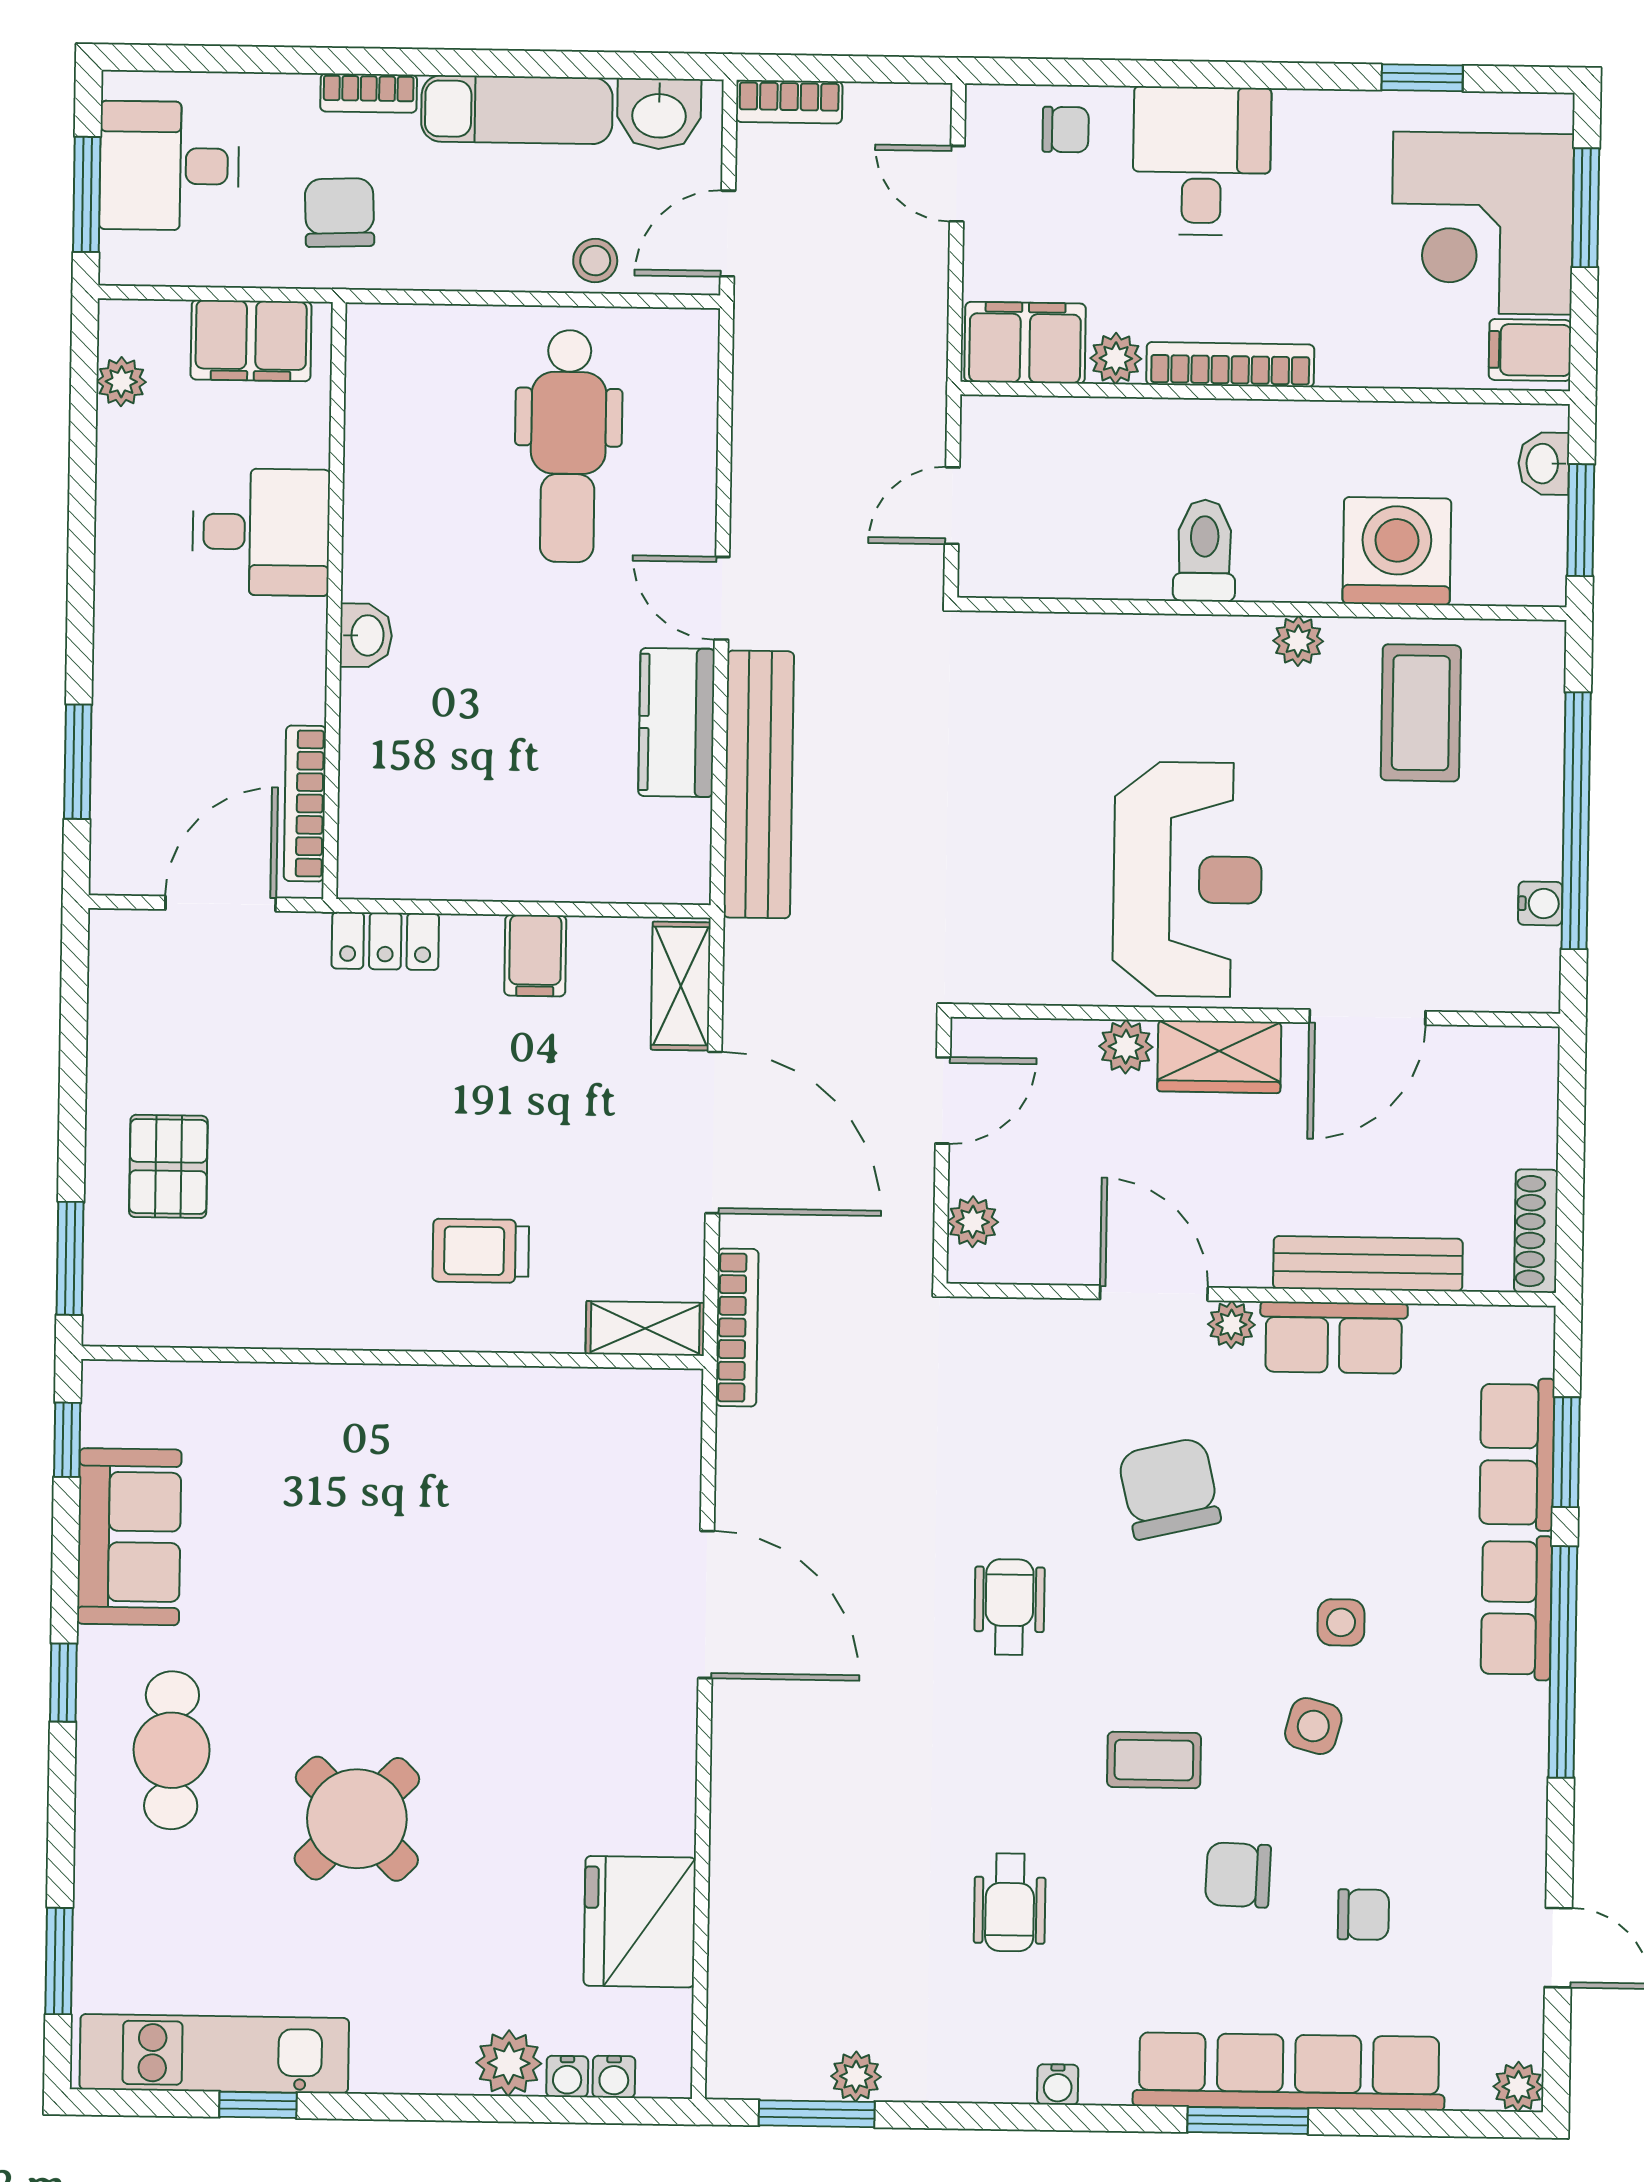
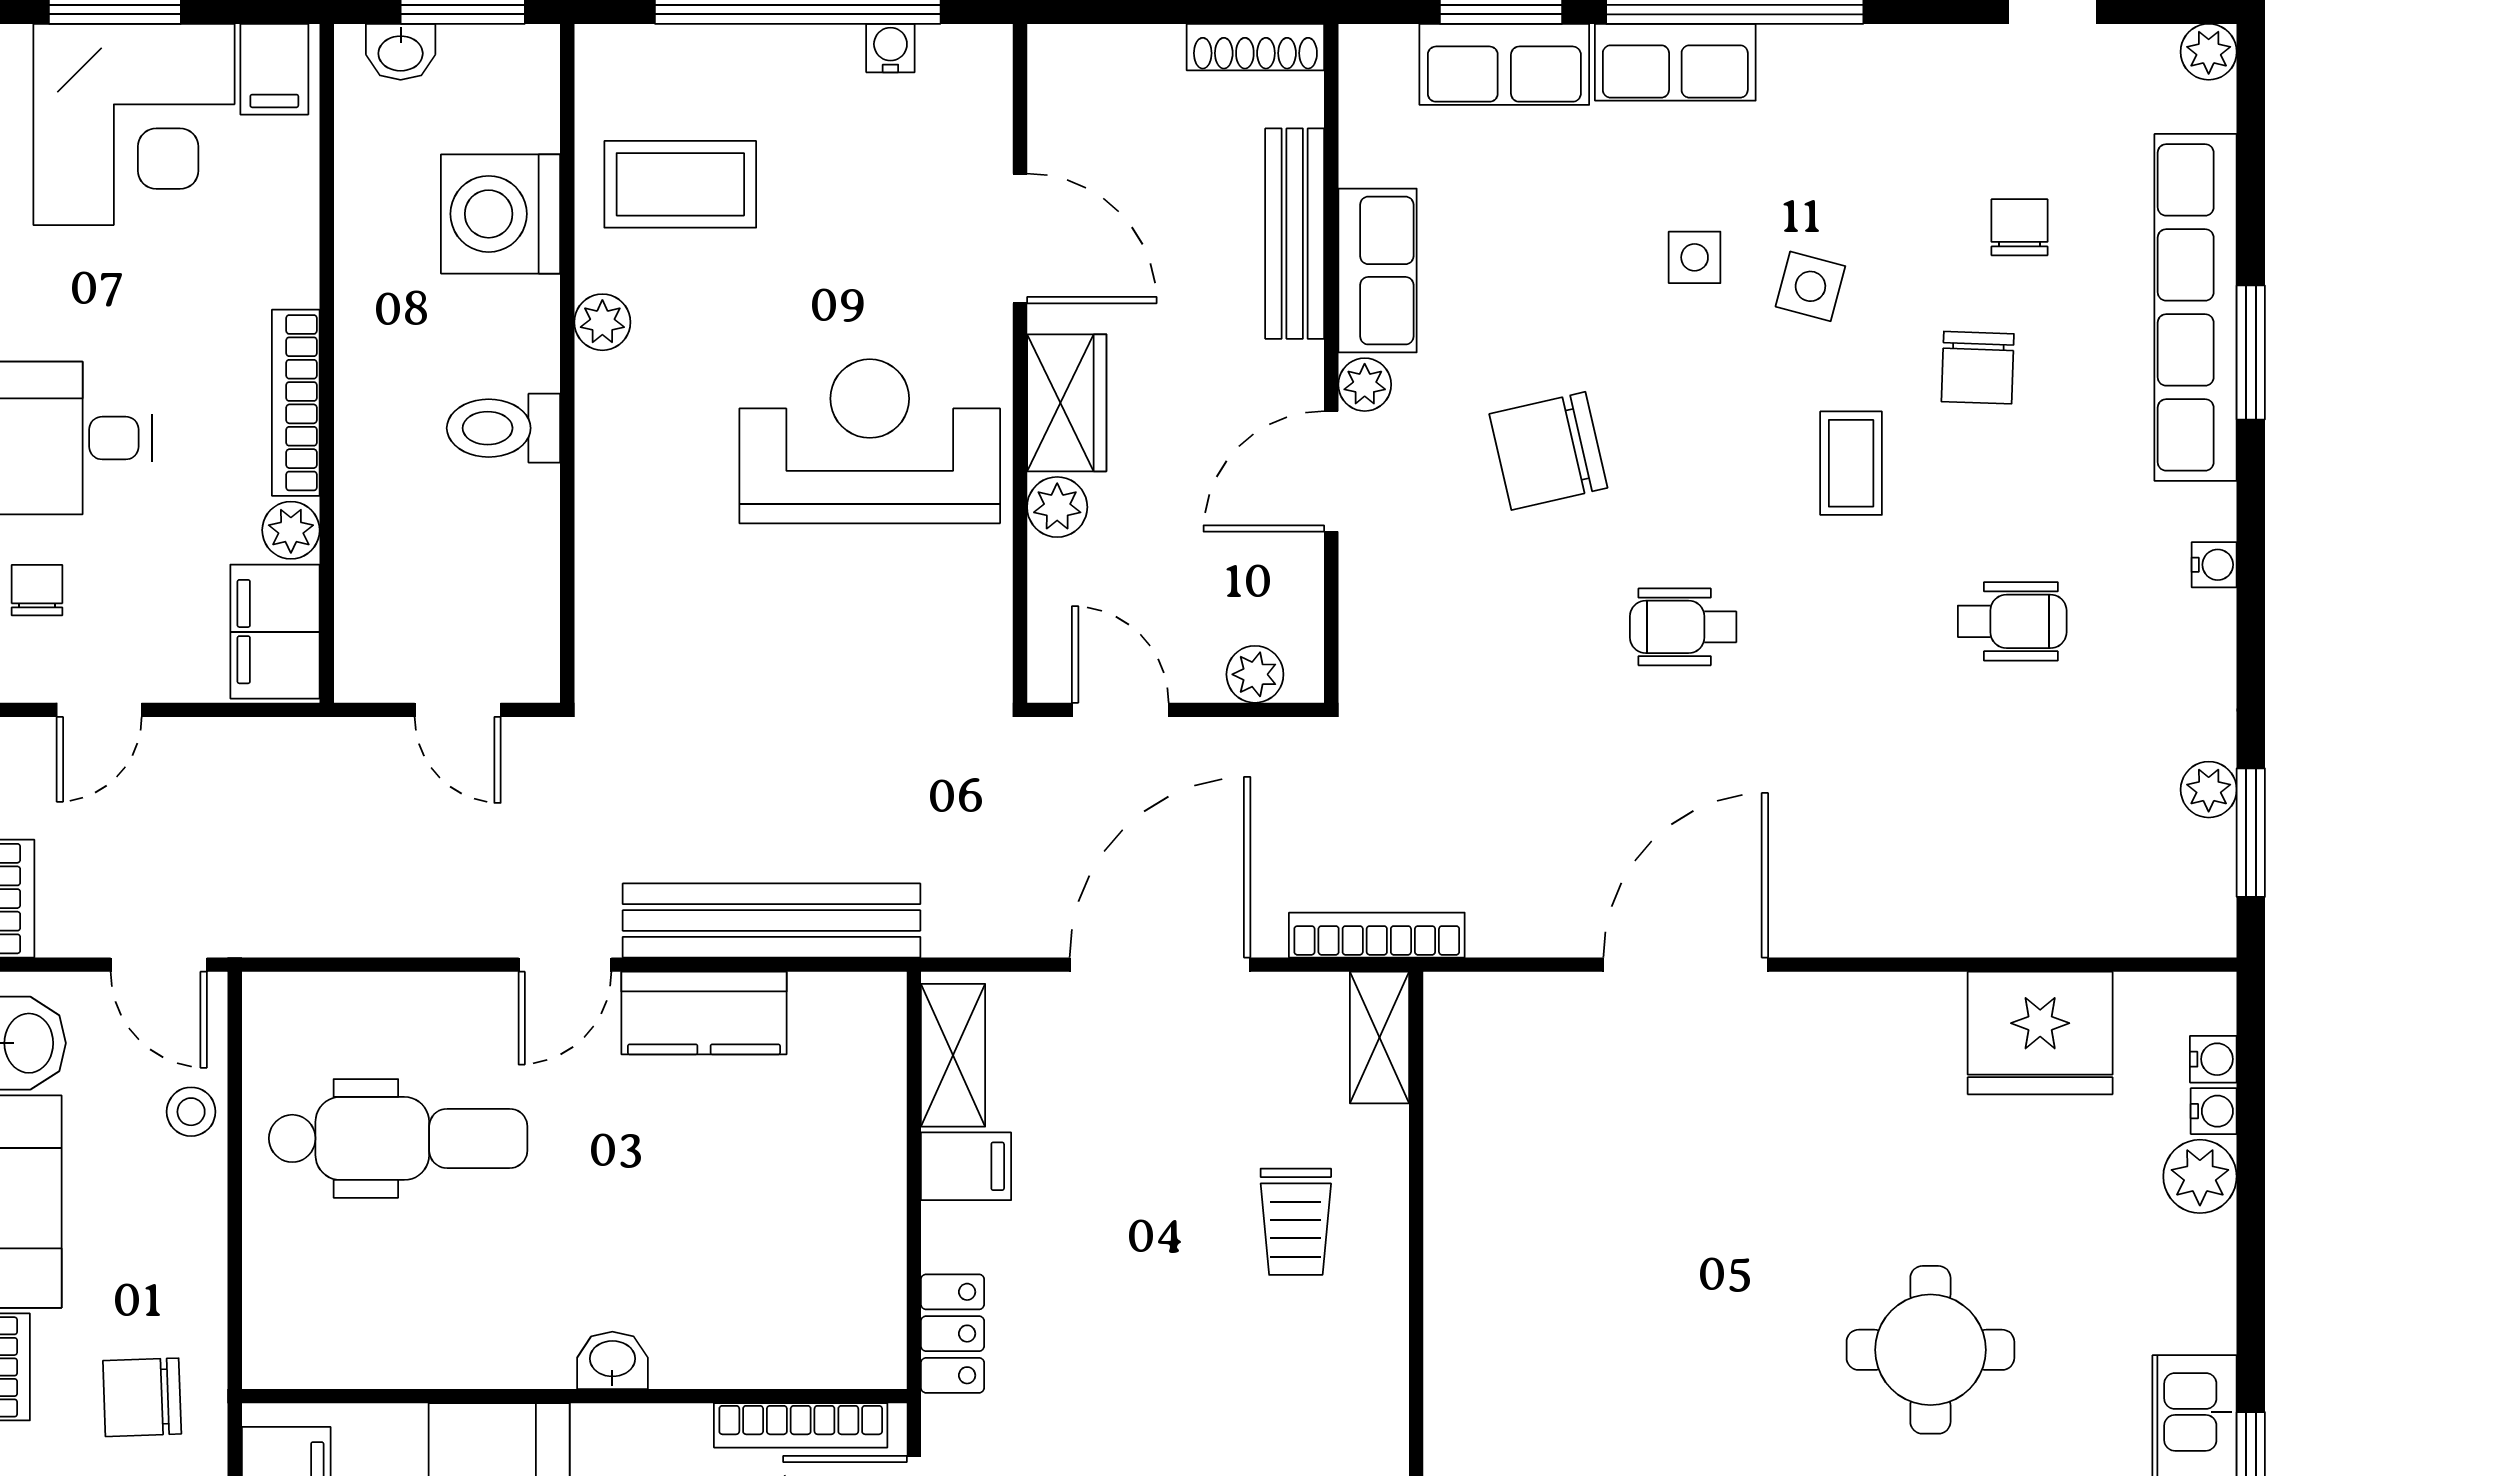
shelving: (681, 986) -> (953, 1055), moved, turned 90
round table: (357, 1819) -> (1930, 1350), turned 45

